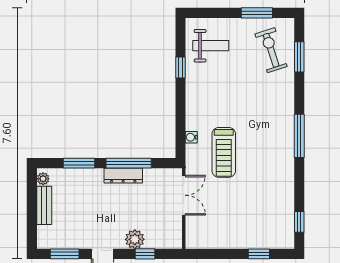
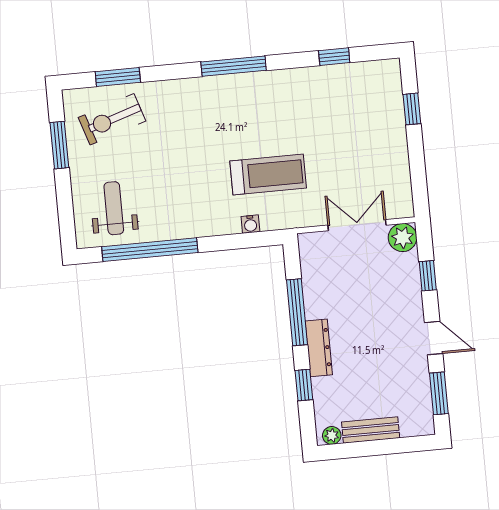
window: (180, 68) -> (150, 250), width x3.17
window: (79, 163) -> (304, 385), width x0.67
dresser: (123, 176) -> (319, 348), moved
double door: (184, 195) -> (357, 225), moved
window: (299, 222) -> (334, 57), moved
plant: (135, 239) -> (403, 238), moved

